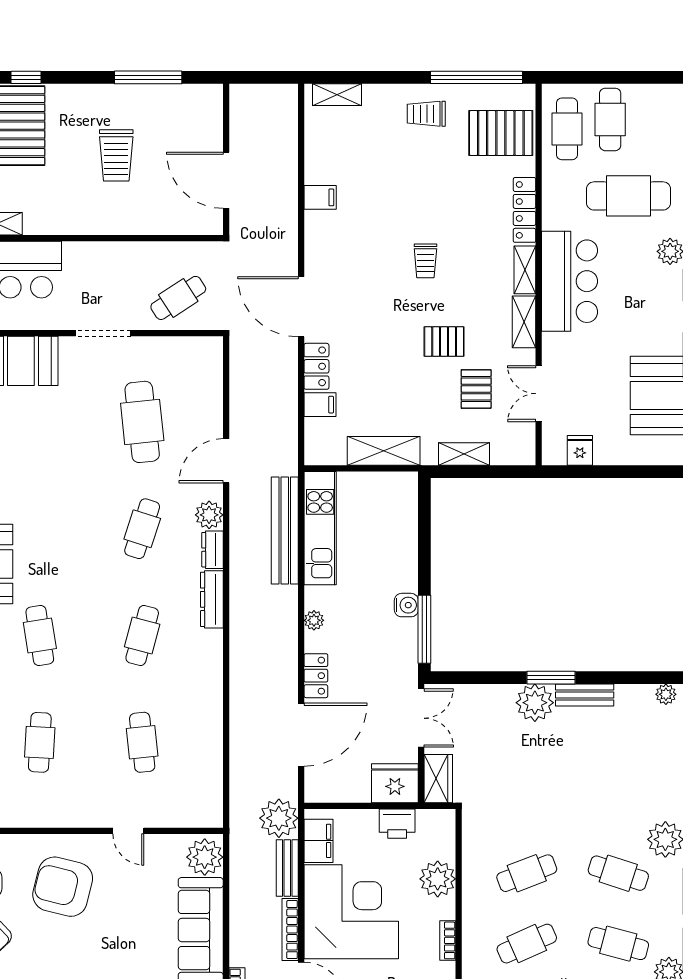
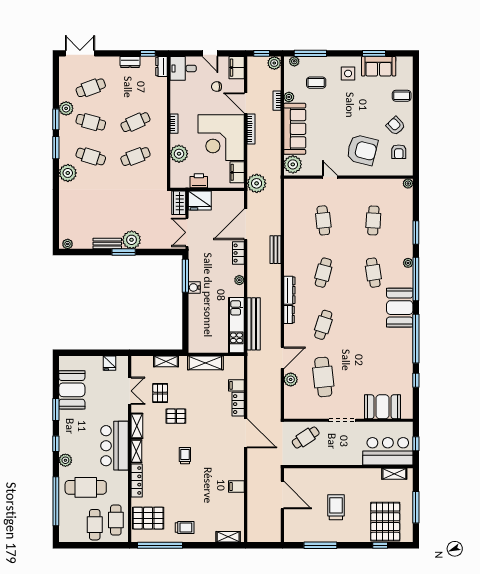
plant: (209, 515) -> (291, 379), moved
bench: (287, 868) -> (276, 250), moved

